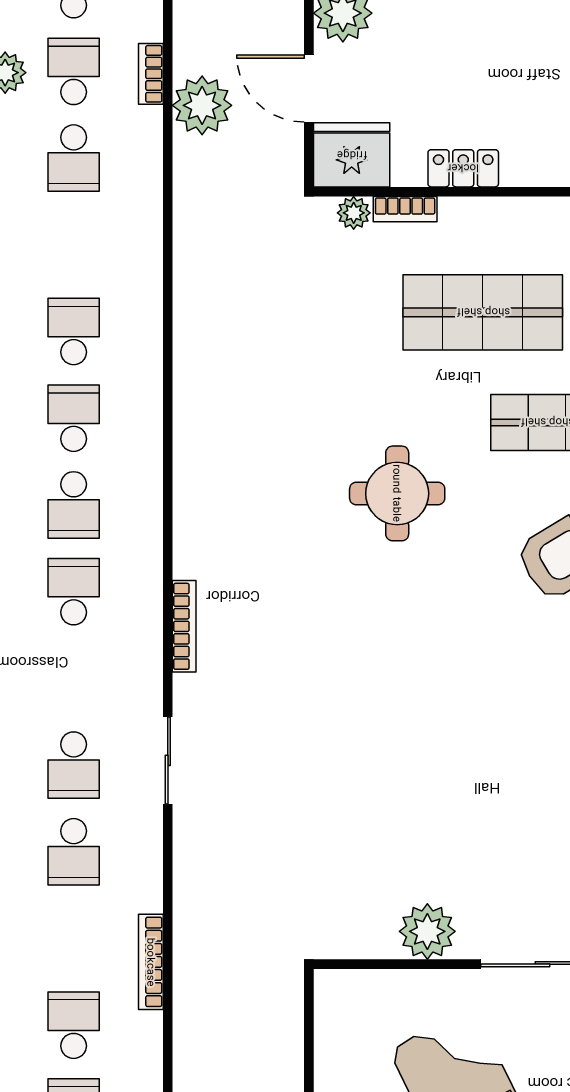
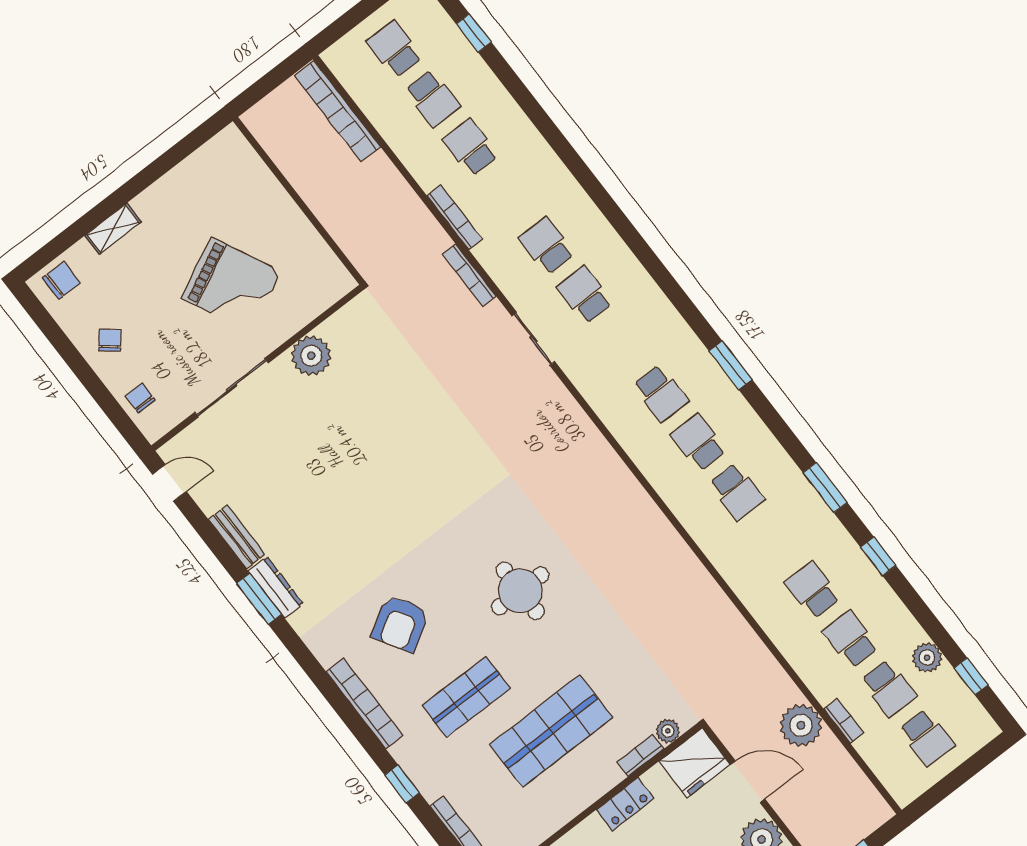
school desk: (74, 331) -> (813, 590), moved, turned 180
bookcase: (184, 626) -> (469, 275), moved
school desk: (74, 1025) -> (471, 148), turned 180

